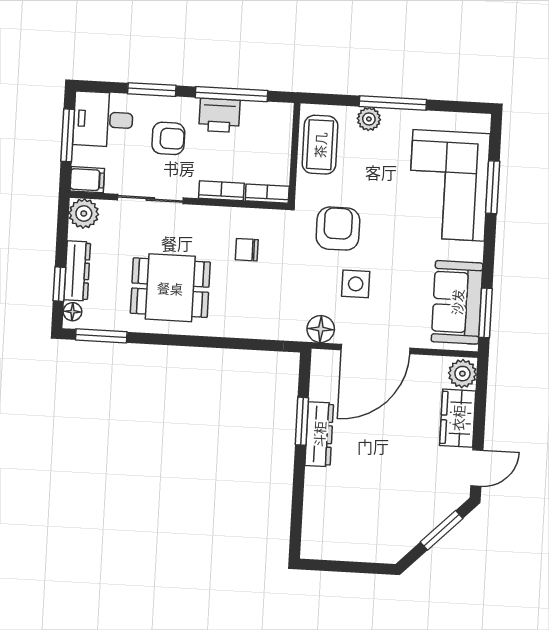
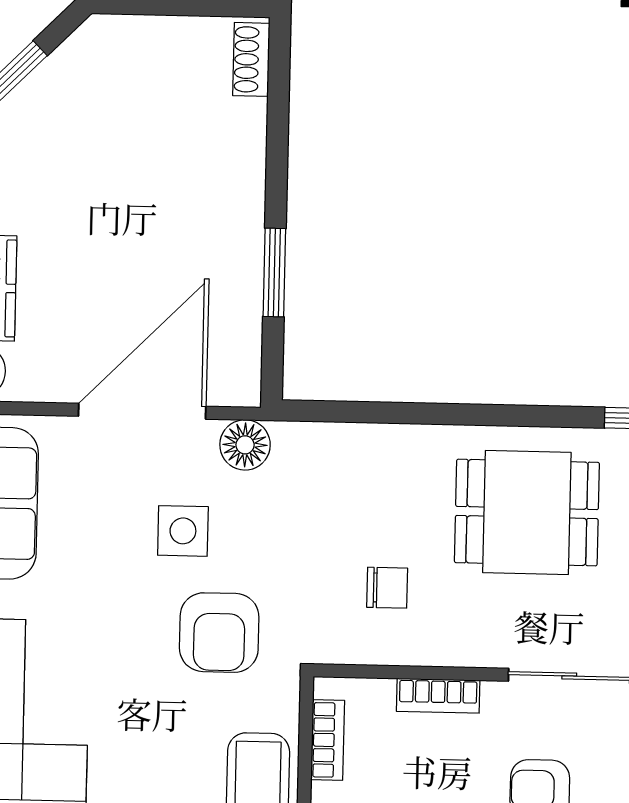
bookcase: (267, 194) -> (328, 740), moved, turned -90
dresser: (319, 434) -> (241, 249), removed
shoe rack: (311, 536) -> (251, 59), added

